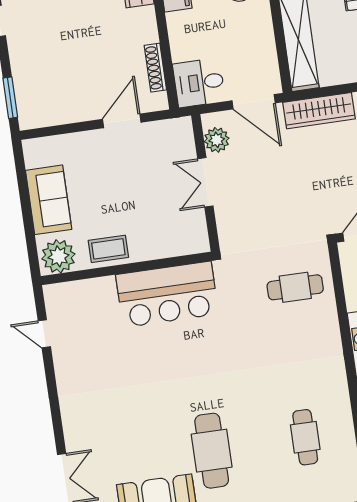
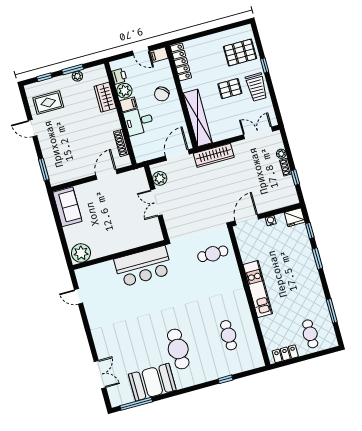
desk: (199, 83) -> (139, 121), moved
door: (254, 102) -> (177, 155), swing flipped
sofa: (49, 200) -> (67, 207), moved
coffee table: (108, 249) -> (108, 245), removed

